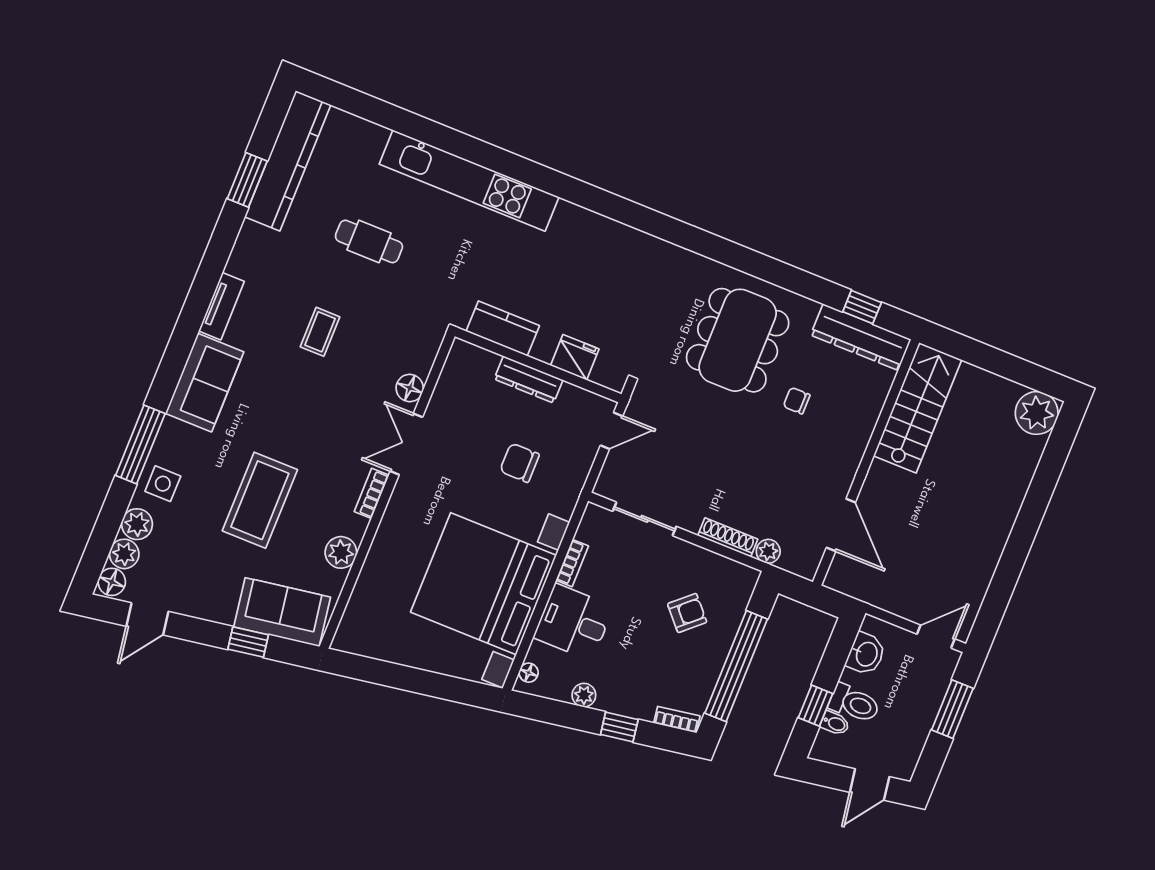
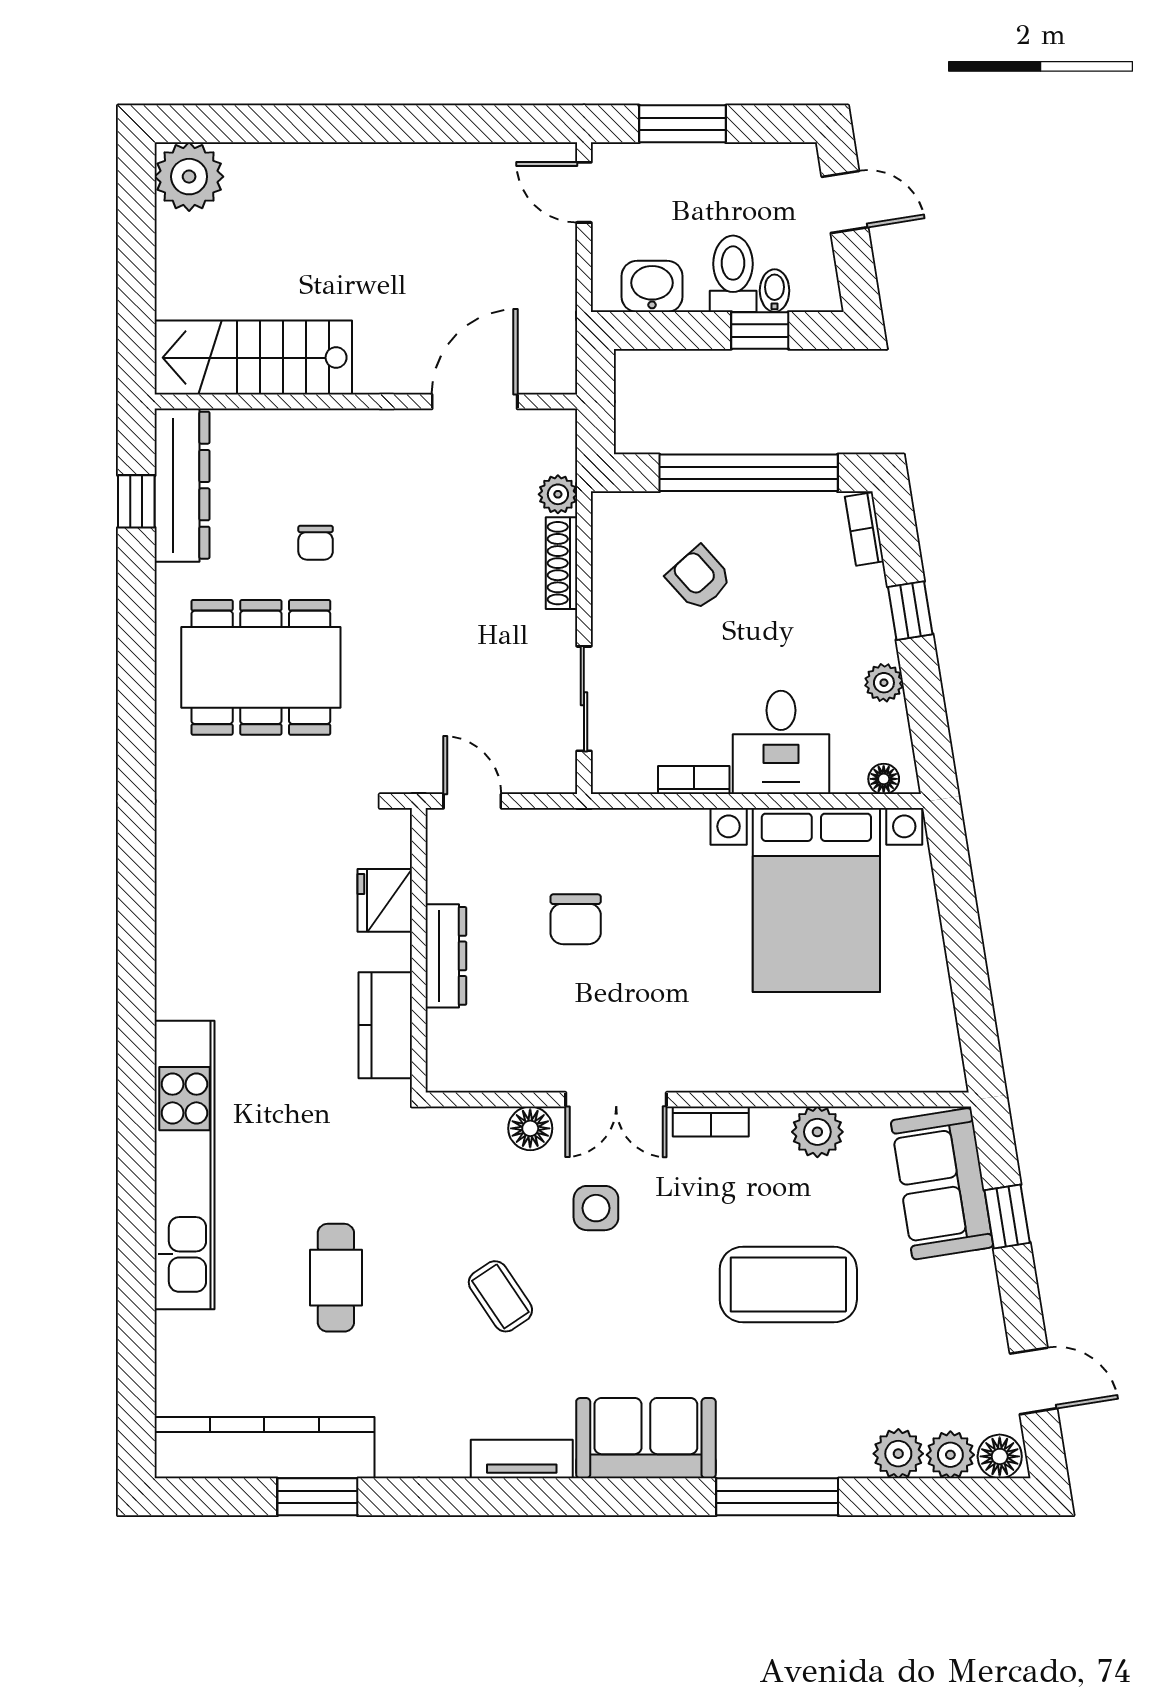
coffee table: (320, 332) -> (500, 1296), turned 56
side table: (163, 484) -> (596, 1208), moved
bed with nightstands: (483, 584) -> (816, 900), width x0.73

